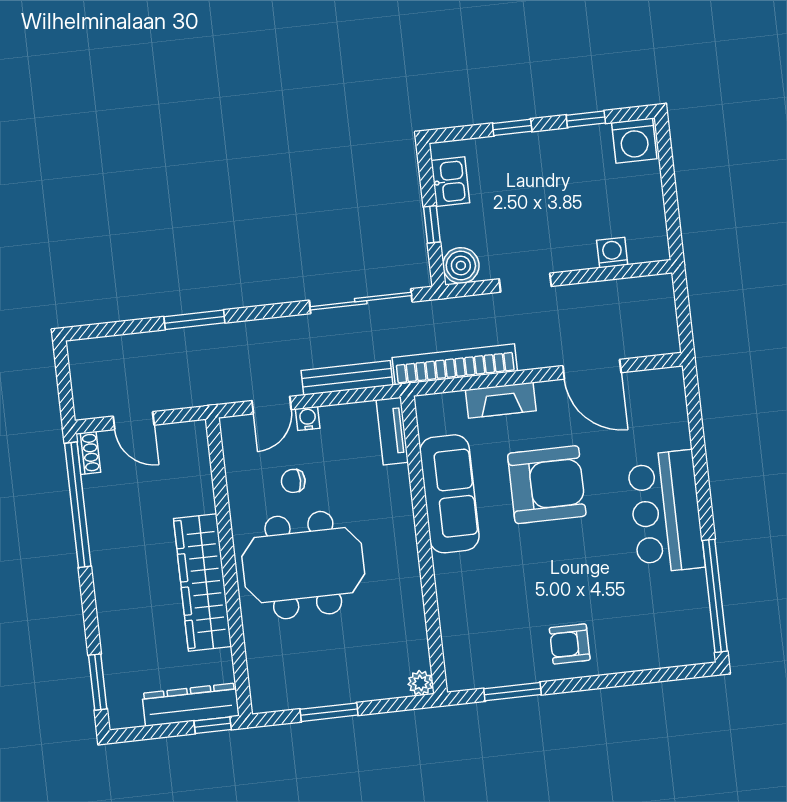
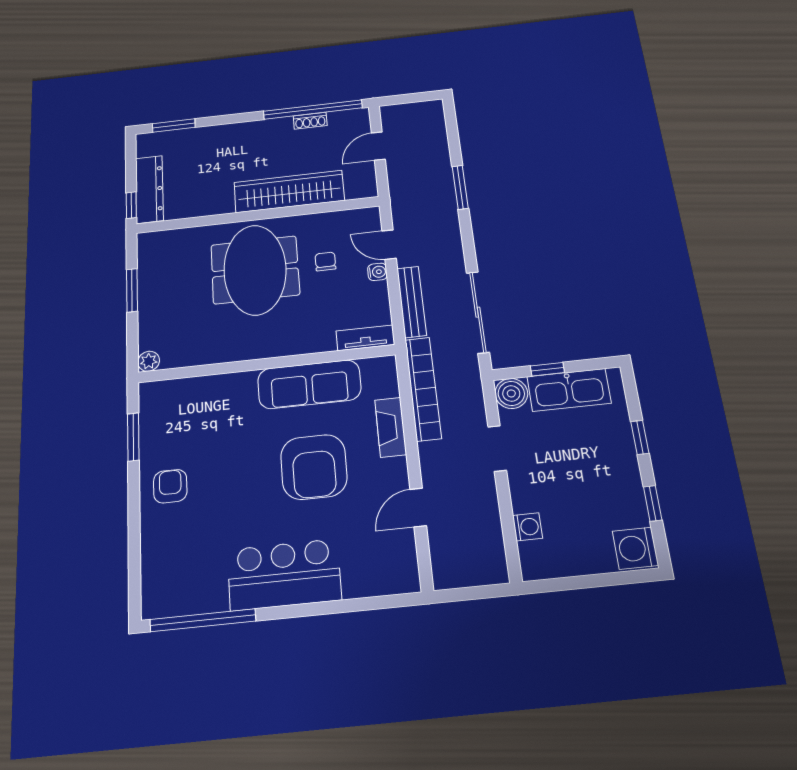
kitchen sink: (450, 182) -> (569, 390), width x1.88, depth x1.24
door: (592, 369) -> (418, 508), width x0.73
shoe rack: (88, 453) -> (310, 121), moved
wardrobe: (203, 582) -> (289, 191), moved

